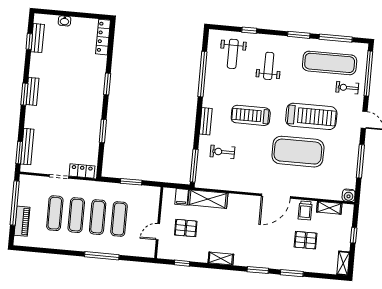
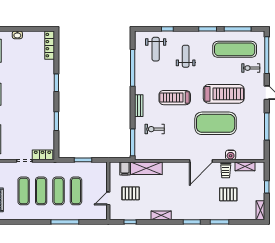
water cooler: (349, 195) -> (231, 155), moved

